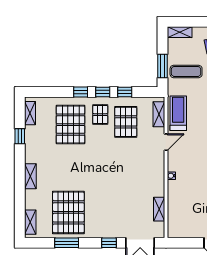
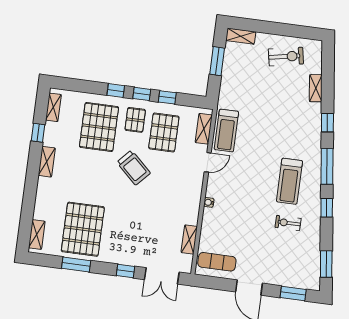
window: (163, 66) -> (217, 61), moved
exercise mat: (186, 71) -> (217, 262), moved
treadmill: (178, 113) -> (226, 131), turned 180
trolley: (104, 155) -> (134, 168), added
shelving: (30, 176) -> (47, 162), moved

